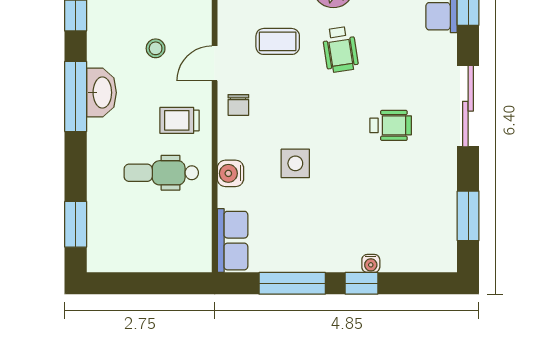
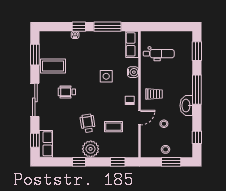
window: (76, 96) -> (197, 90), moved
dental chair: (161, 173) -> (159, 54), moved
coffee table: (424, 188) -> (53, 66), added

